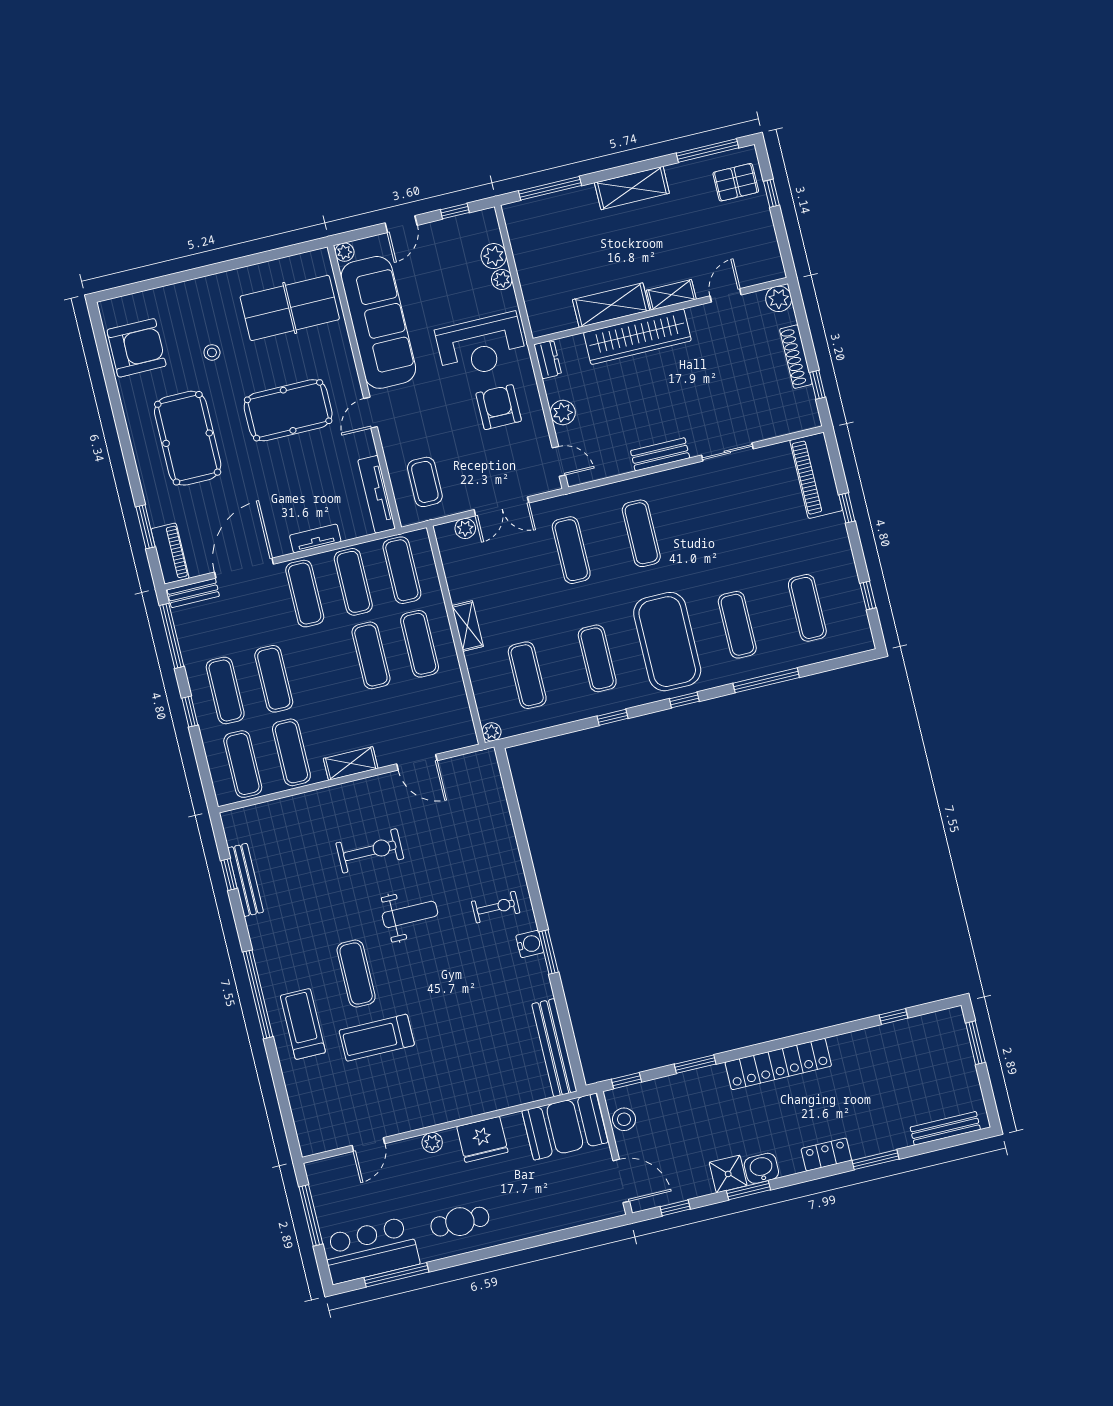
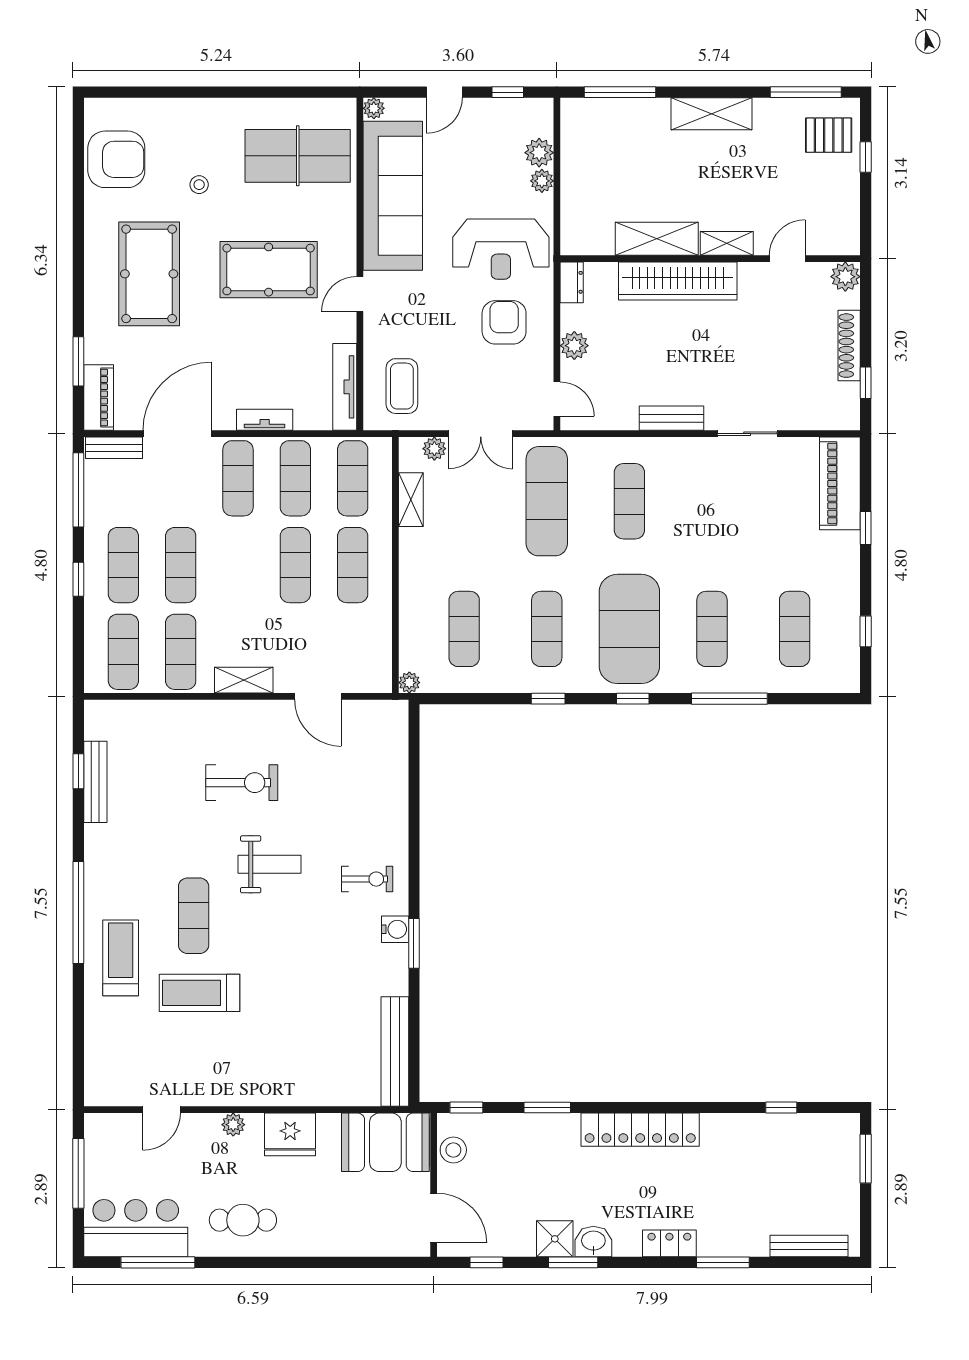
exercise mat: (571, 550) -> (547, 501), width x1.36, depth x1.45
shelving: (468, 626) -> (411, 500), moved

